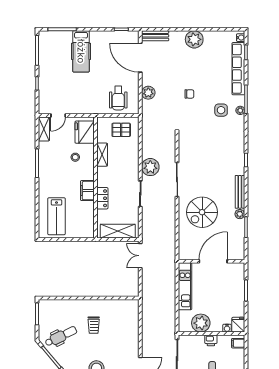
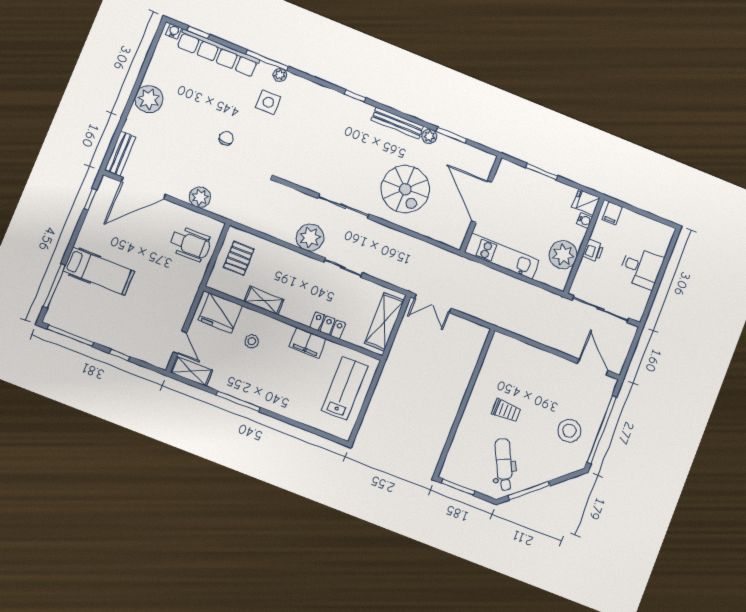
lab bench: (57, 216) -> (345, 388), moved, turned -90

